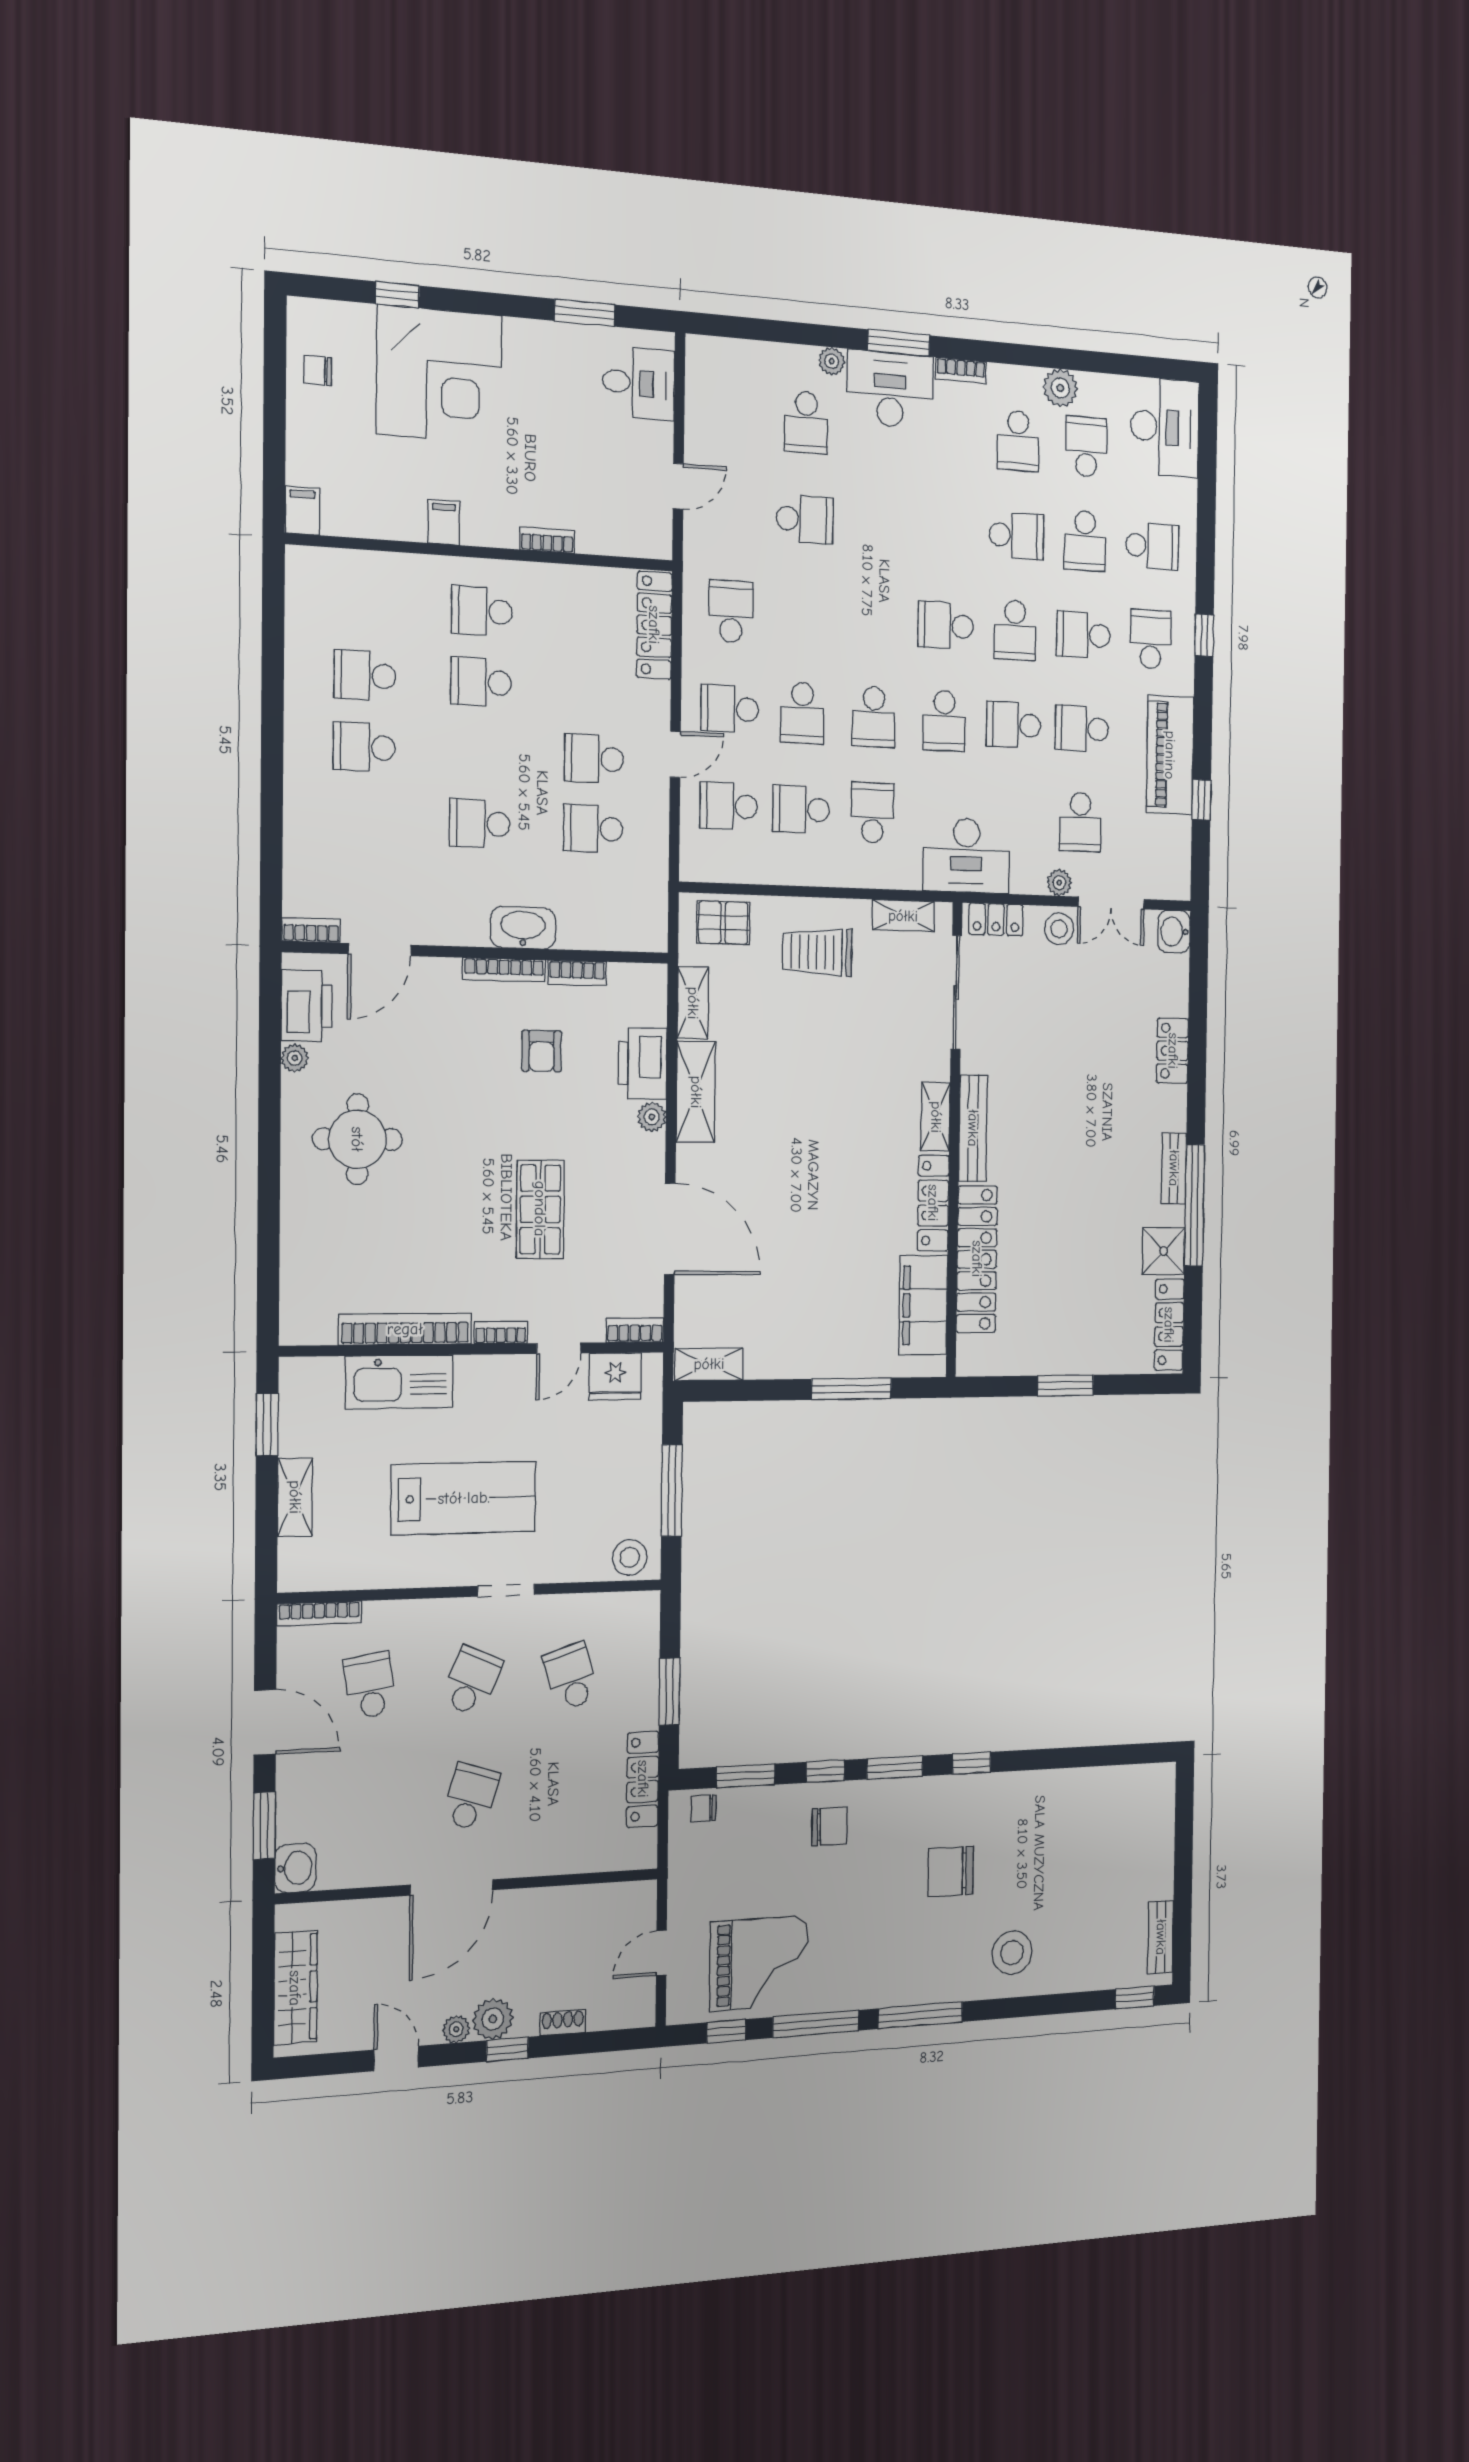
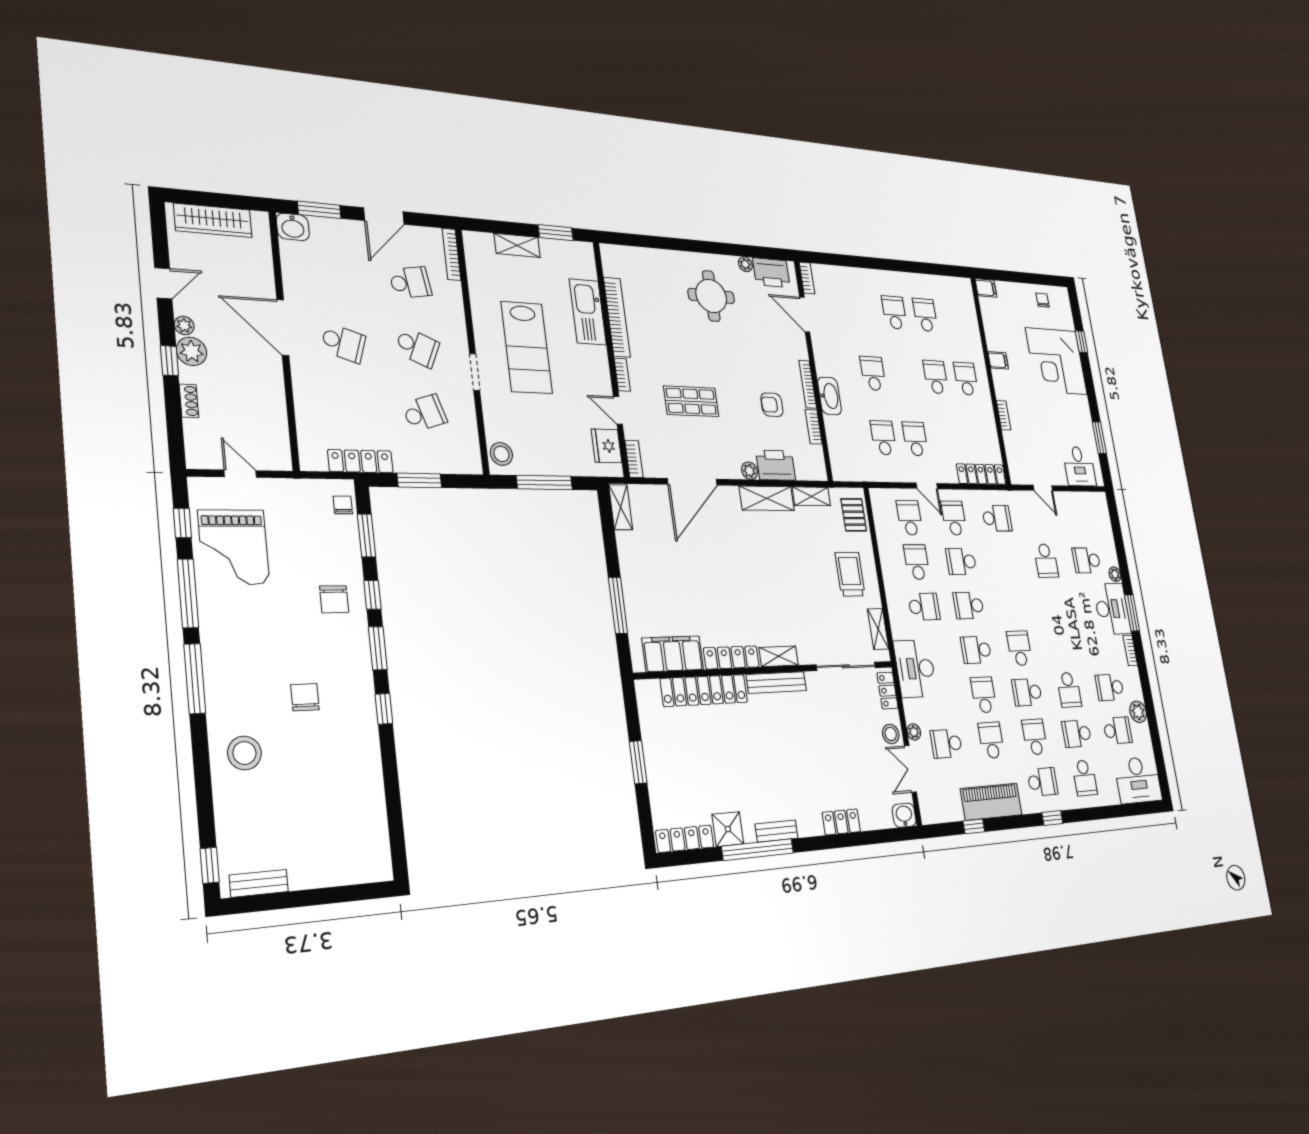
chair: (951, 1871) -> (305, 697), width x0.73, depth x0.73

